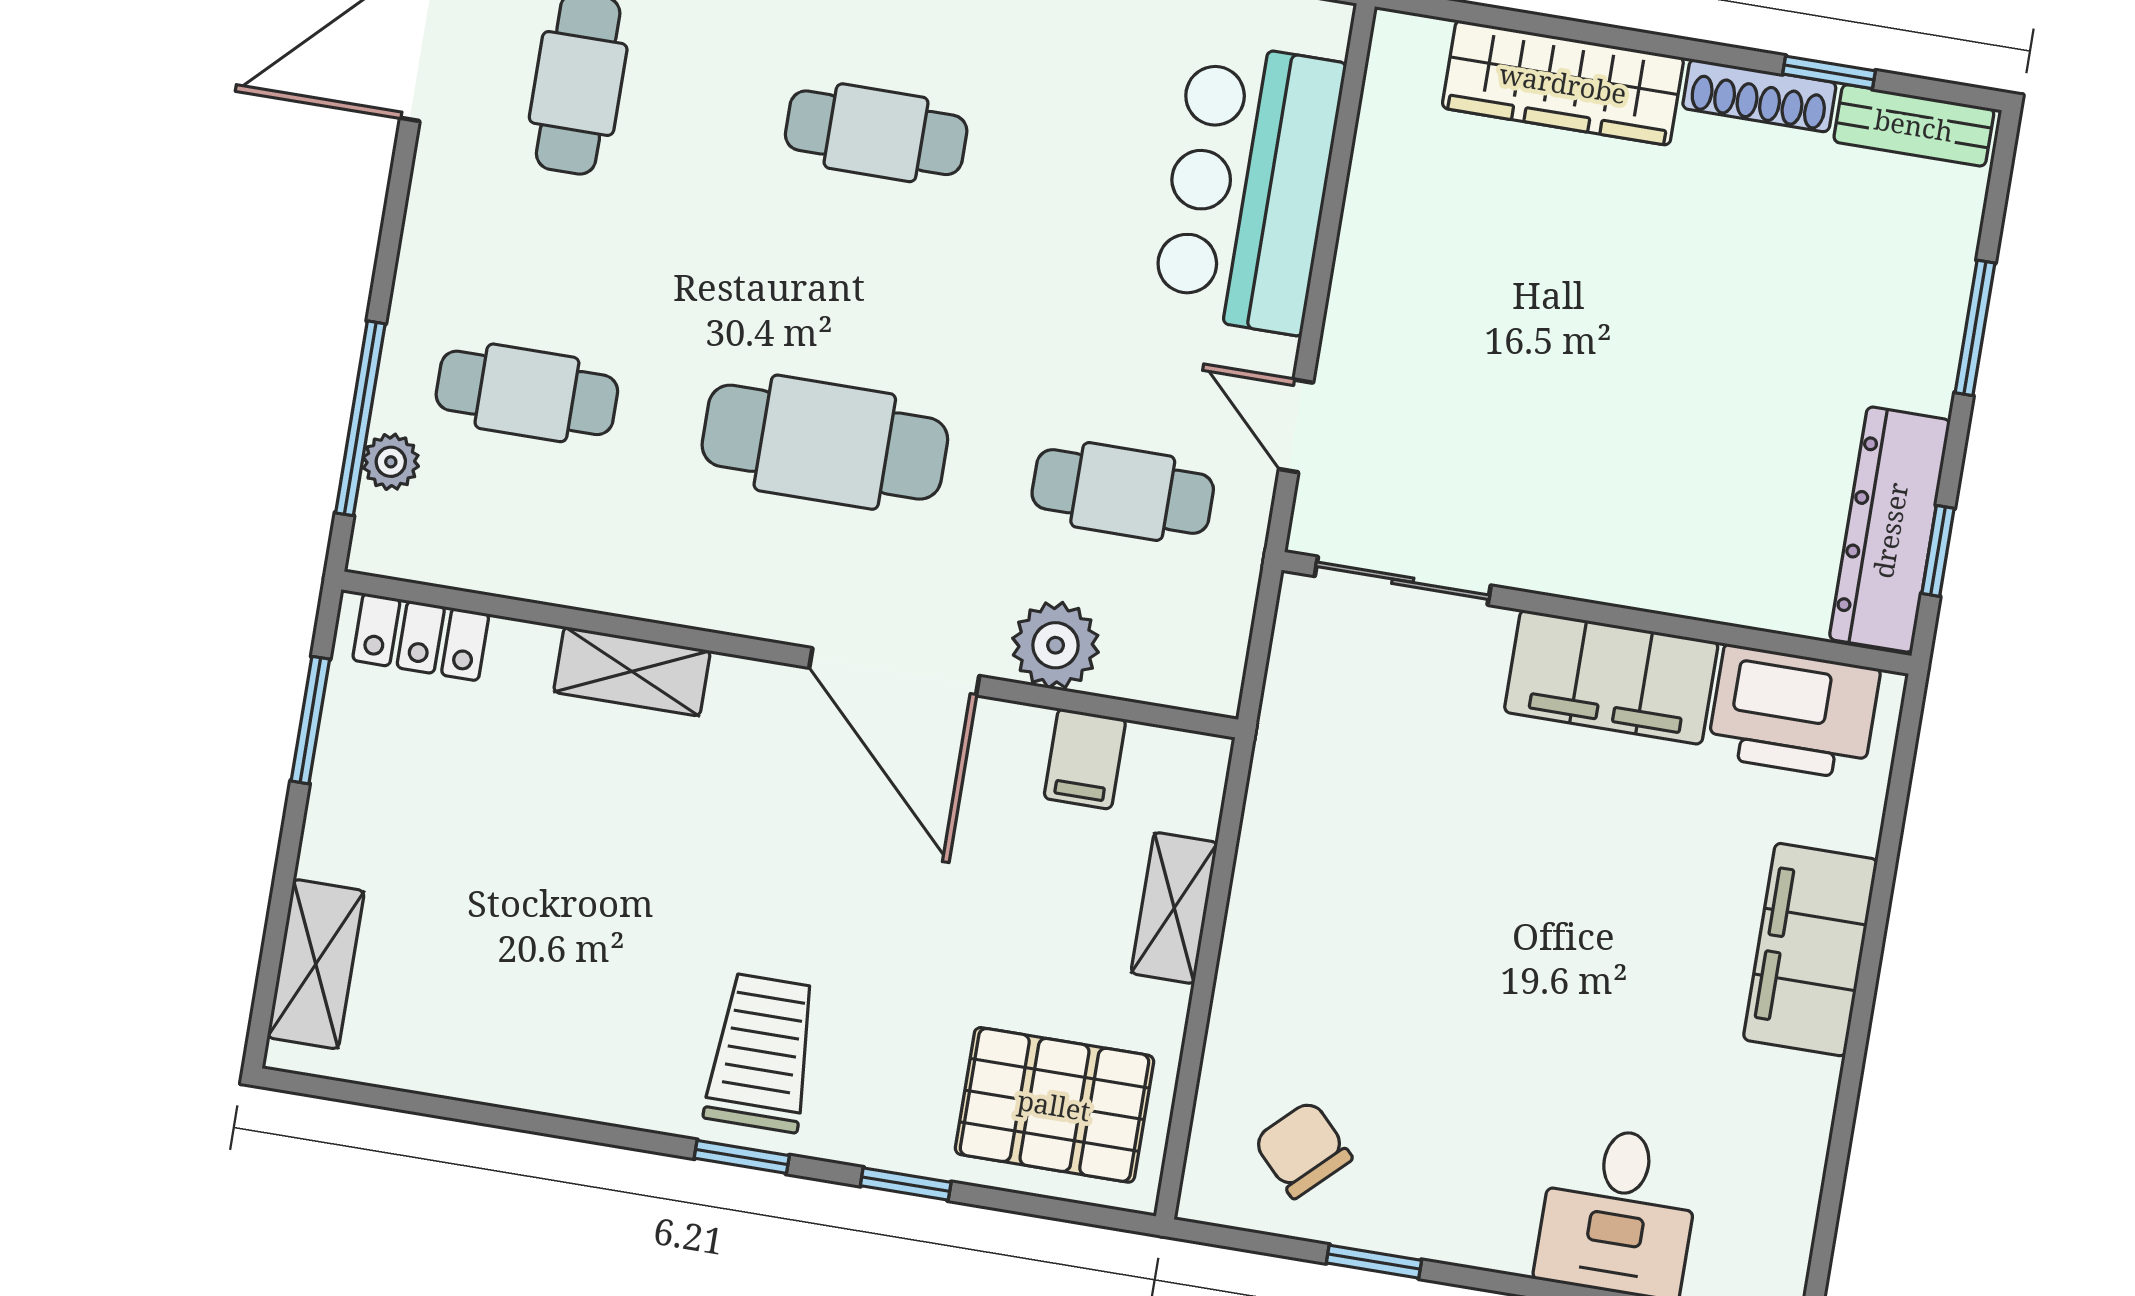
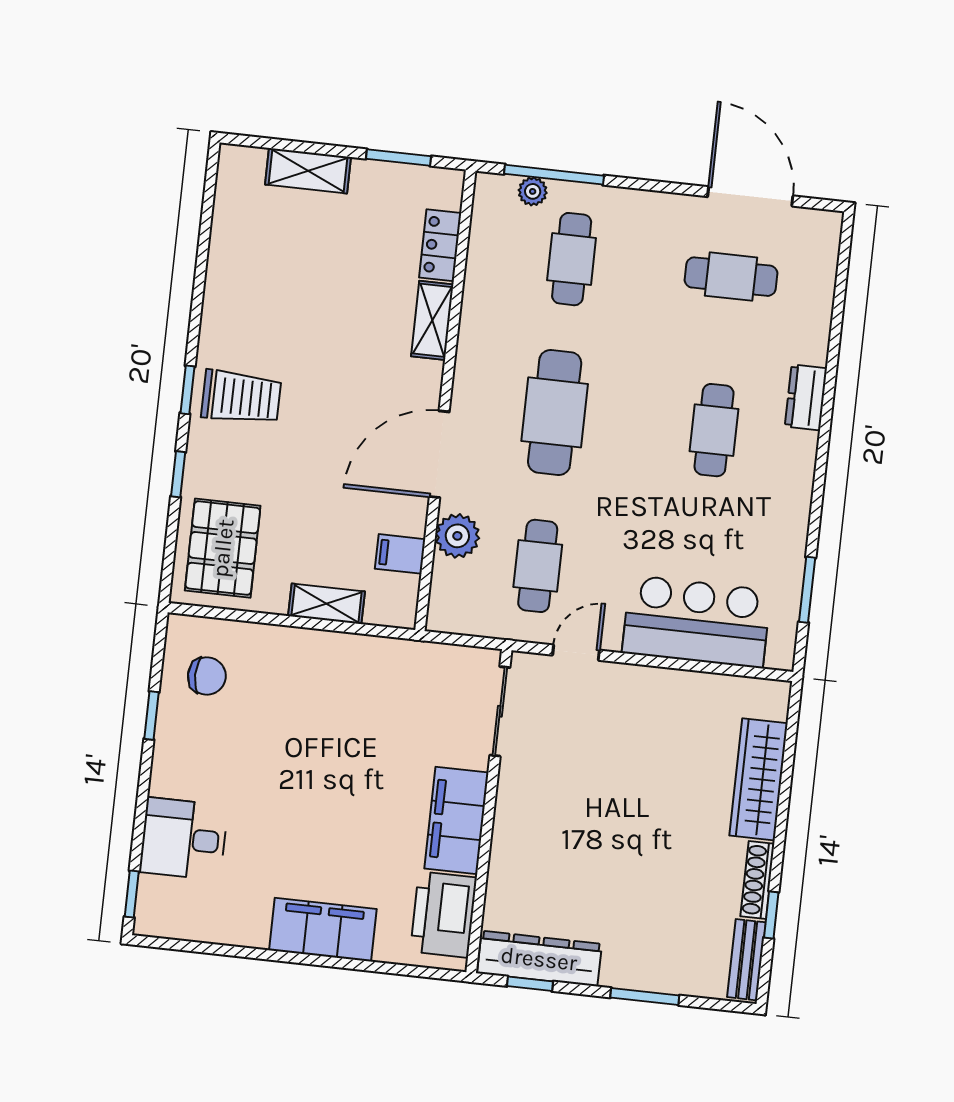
locker: (421, 637) -> (440, 245), moved
shelving: (316, 964) -> (308, 171), moved
chair: (1303, 1149) -> (207, 676), turned 44

